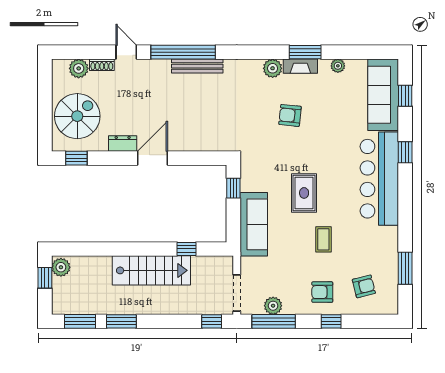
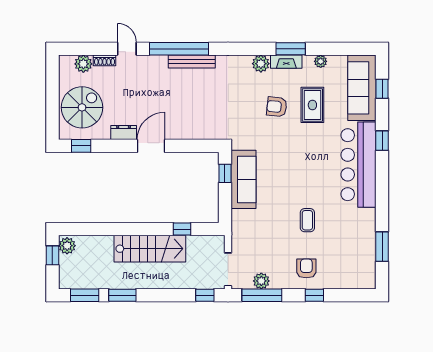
rug: (304, 193) -> (312, 105), moved
sofa: (254, 224) -> (244, 179), moved
armchair: (364, 286) -> (344, 263), removed
armchair: (322, 292) -> (306, 268), turned 90

